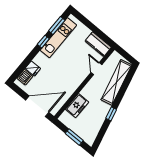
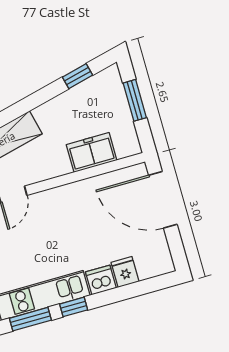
dishwasher: (25, 77) -> (101, 280), moved
window: (111, 114) -> (78, 76), moved

